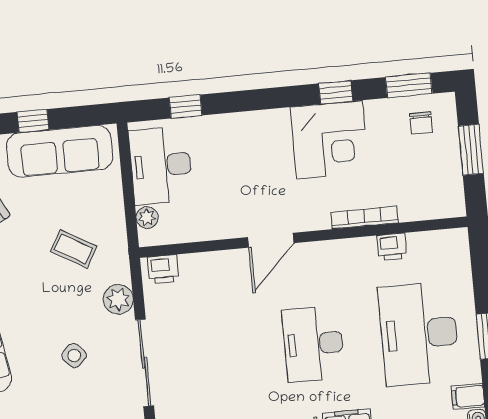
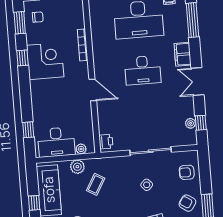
printer: (392, 247) -> (97, 32), removed
plant: (118, 299) -> (77, 167), moved

